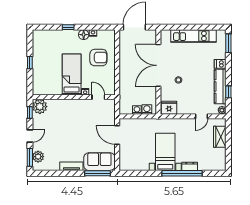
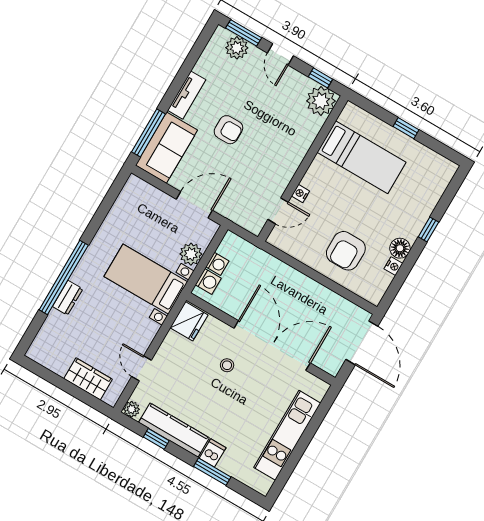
window: (228, 43) -> (212, 472), moved
bed: (72, 75) -> (362, 157), moved
plant: (139, 124) -> (191, 254), added
armchair: (76, 139) -> (228, 130), added
bed with nightstands: (165, 152) -> (146, 279), moved, turned 180

